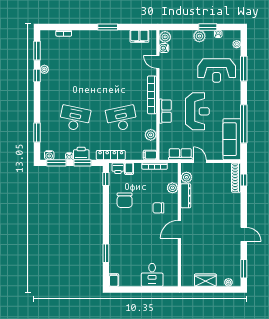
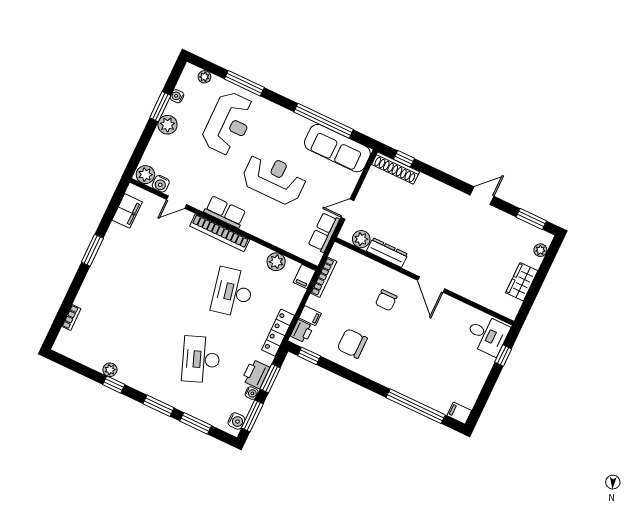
window: (37, 51) -> (159, 406), moved
row of seats: (165, 111) -> (225, 212), moved
desk: (75, 118) -> (201, 359), turned -33
plant: (172, 188) -> (367, 266), removed
chair: (125, 200) -> (352, 343), turned 180
window: (106, 253) -> (416, 406), width x2.11
desk: (152, 275) -> (487, 335), moved
window: (158, 289) -> (503, 355), added

